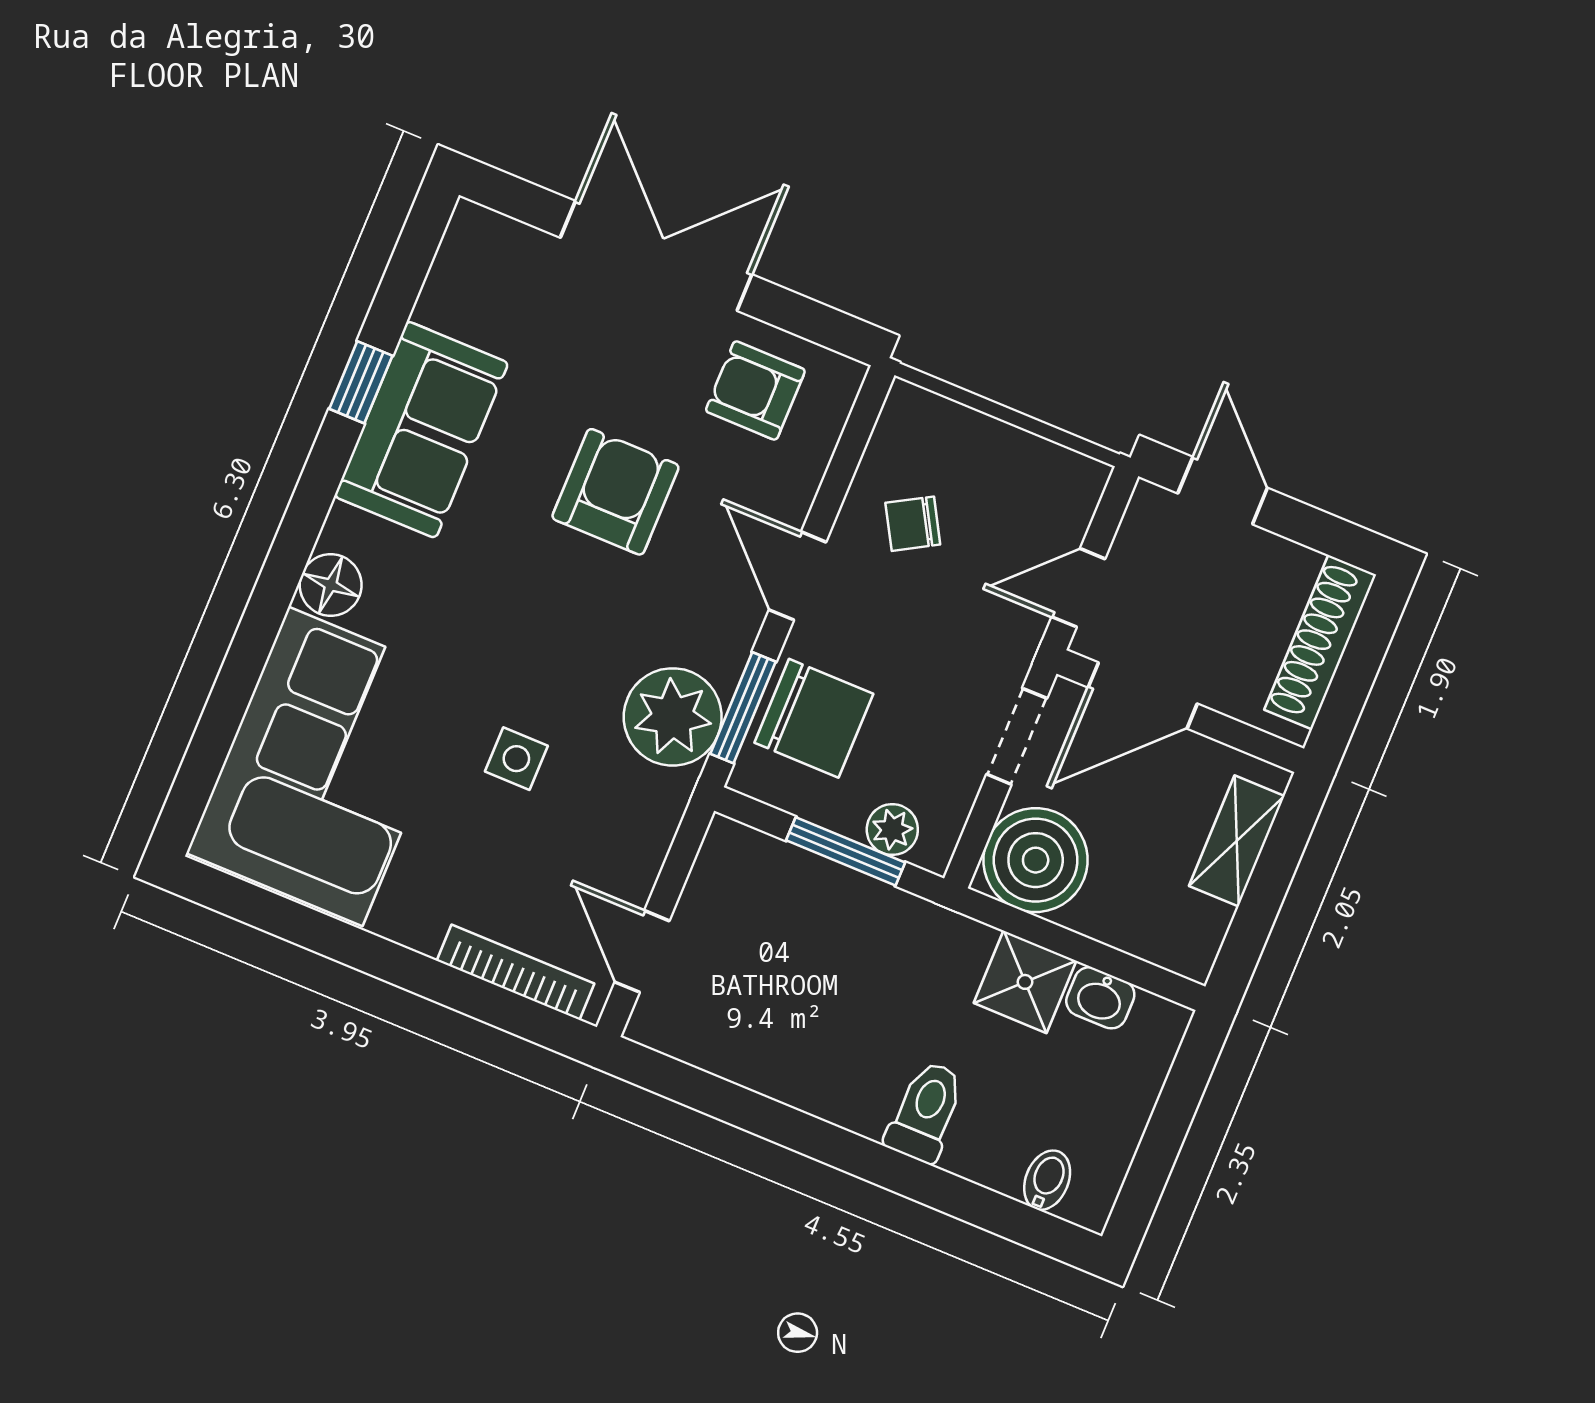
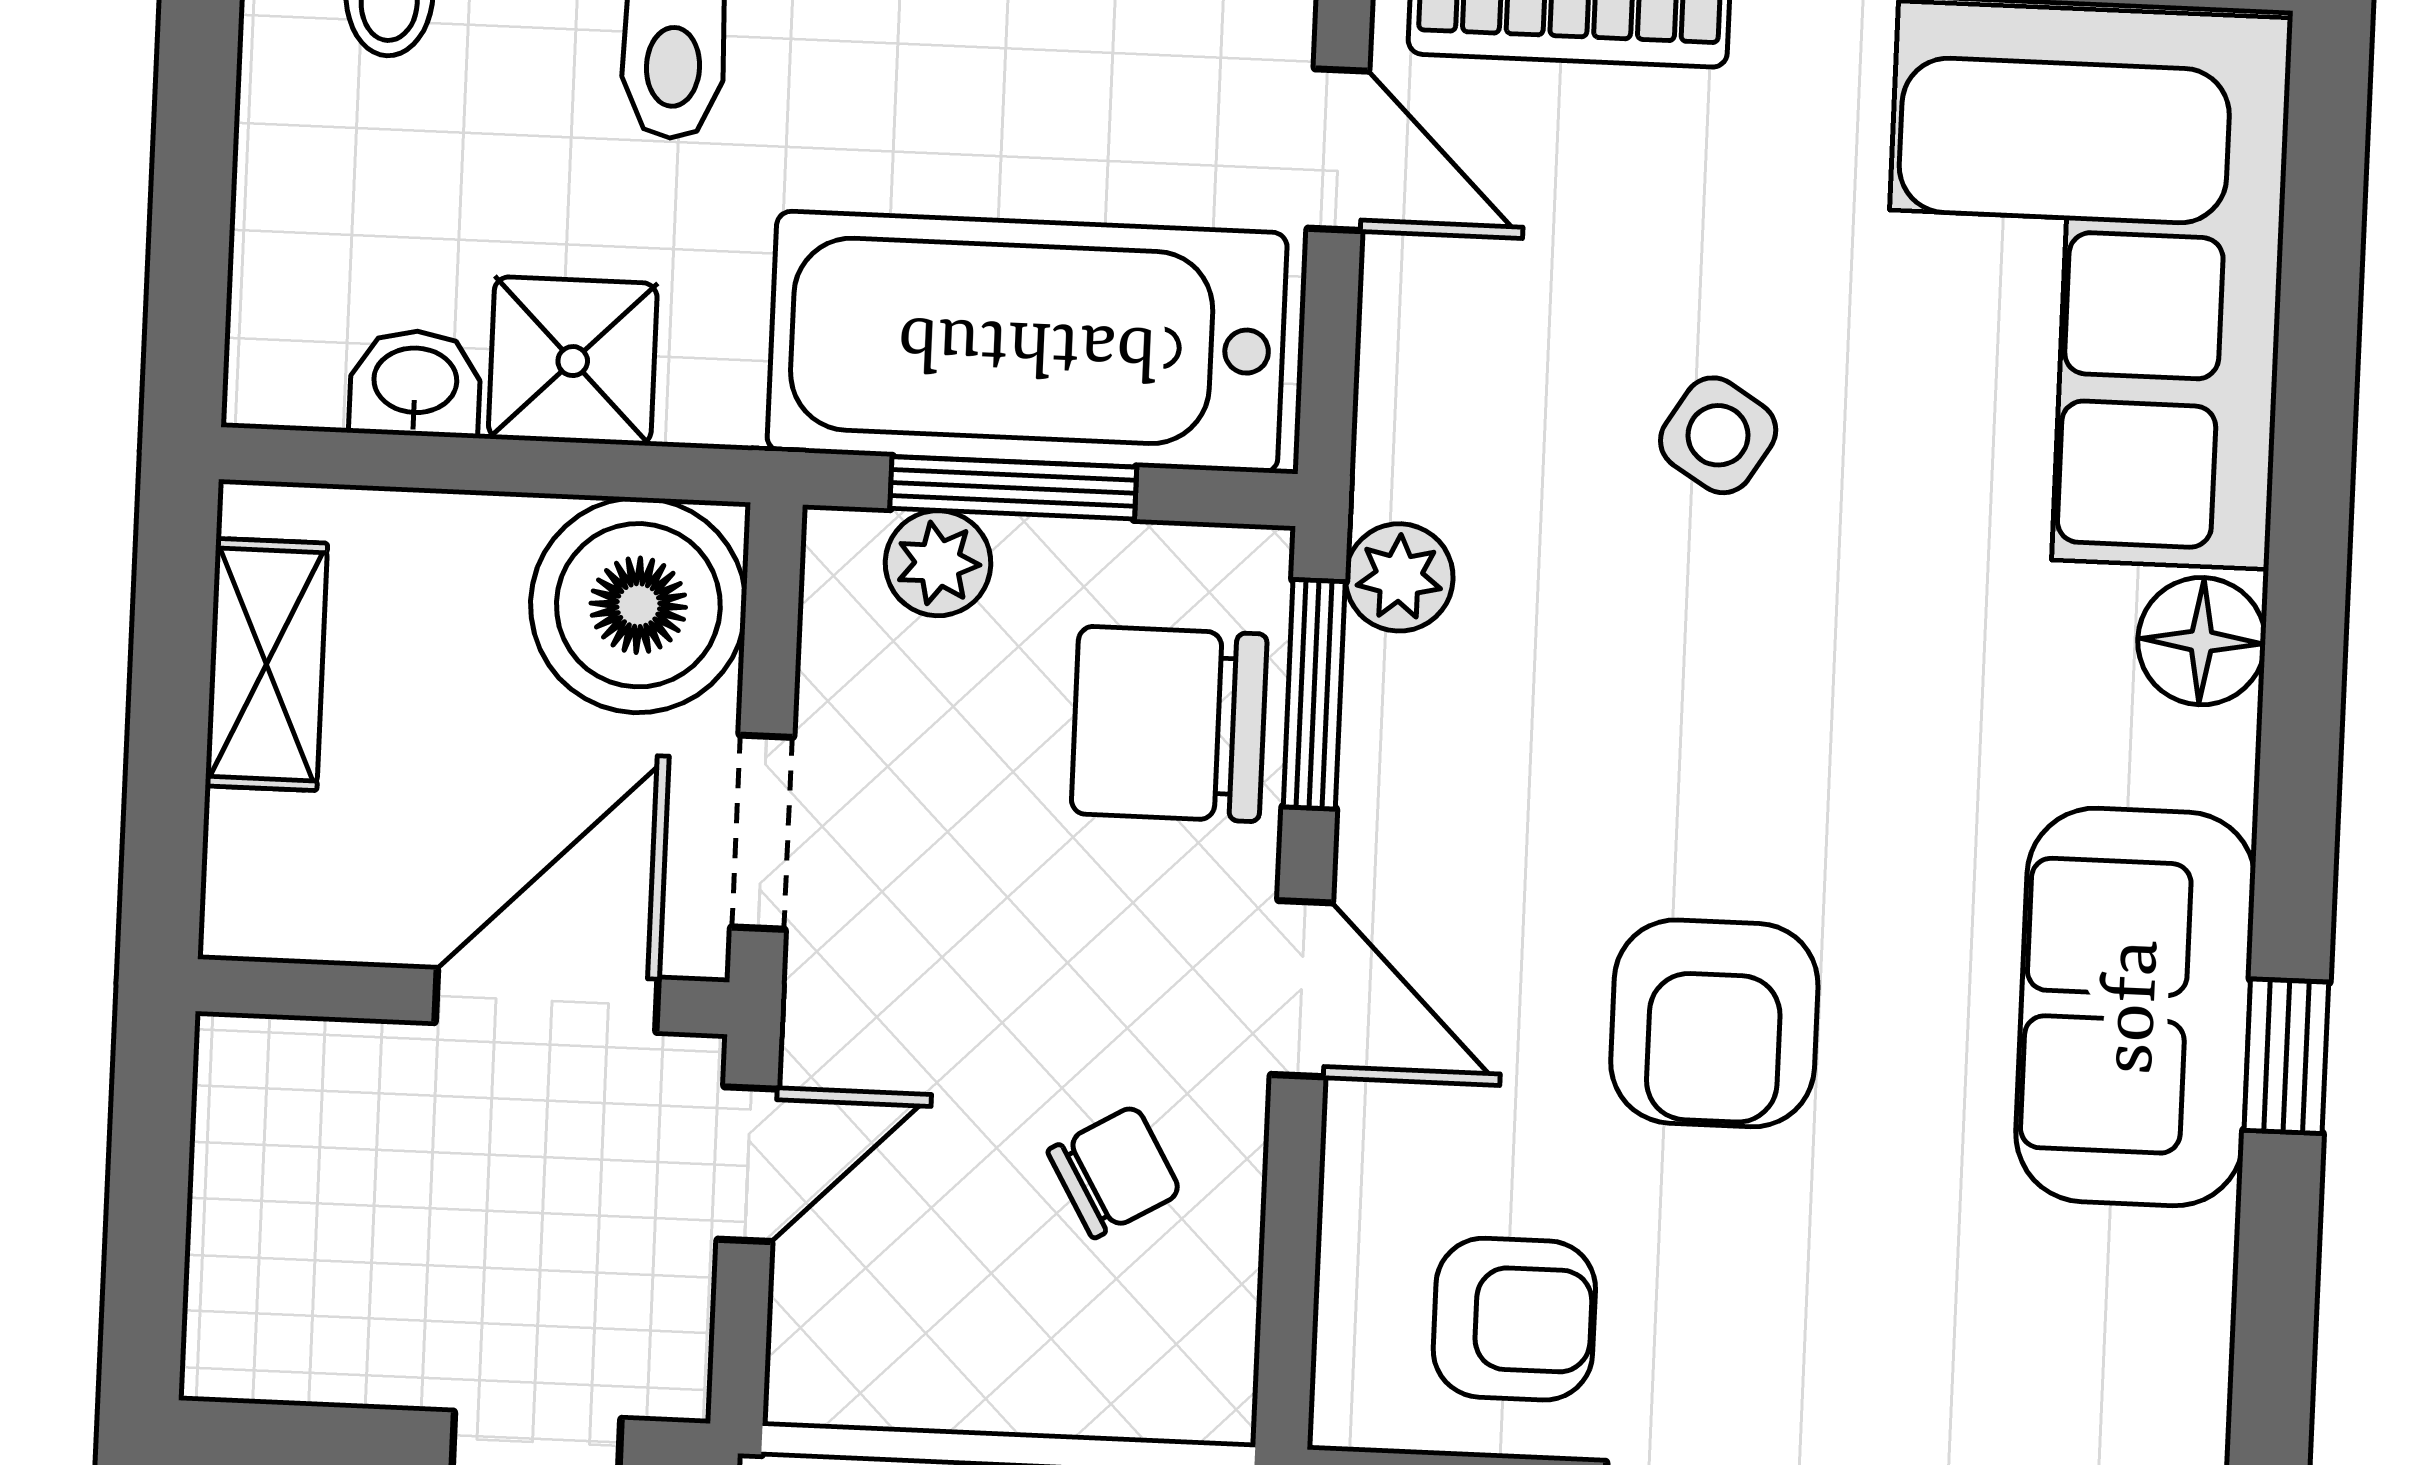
shoe rack: (1320, 642) -> (239, 1229), removed
plant: (673, 717) -> (1399, 577), width x0.53, depth x0.53
side table: (516, 759) -> (1718, 435), turned 32
shelving: (1237, 841) -> (266, 665), moved
bathtub: (815, 915) -> (1027, 342), added

